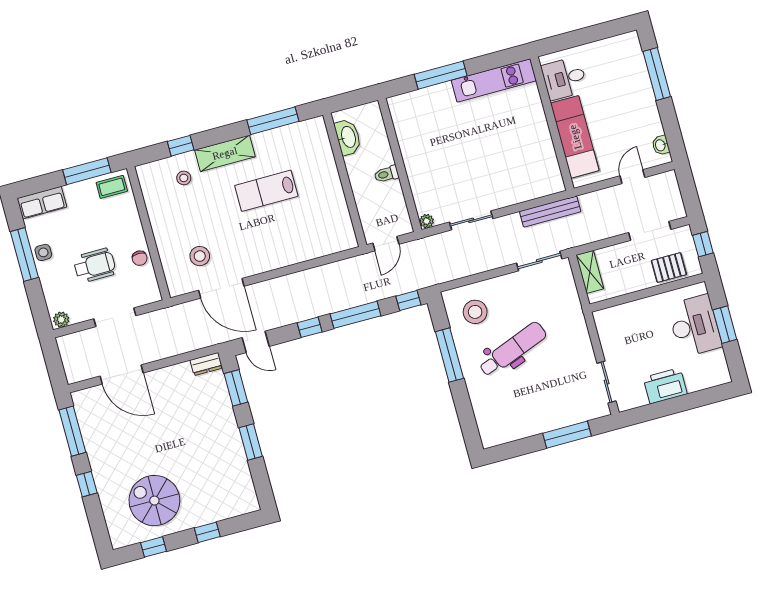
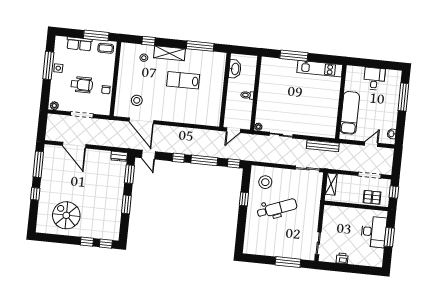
desk: (564, 78) -> (374, 79), moved, turned 90
row of seats: (42, 203) -> (79, 44), moved
window: (449, 355) -> (244, 199), width x0.46
printer: (665, 386) -> (342, 258), width x0.53, depth x0.68
window: (154, 547) -> (106, 244), moved

